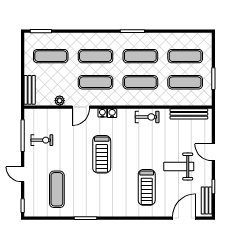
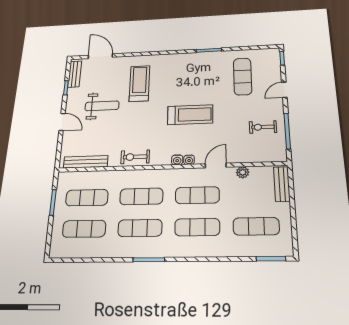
treadmill: (102, 154) -> (190, 115), turned 90
door: (23, 174) -> (284, 90), swing flipped
door: (184, 218) -> (100, 56), swing flipped

